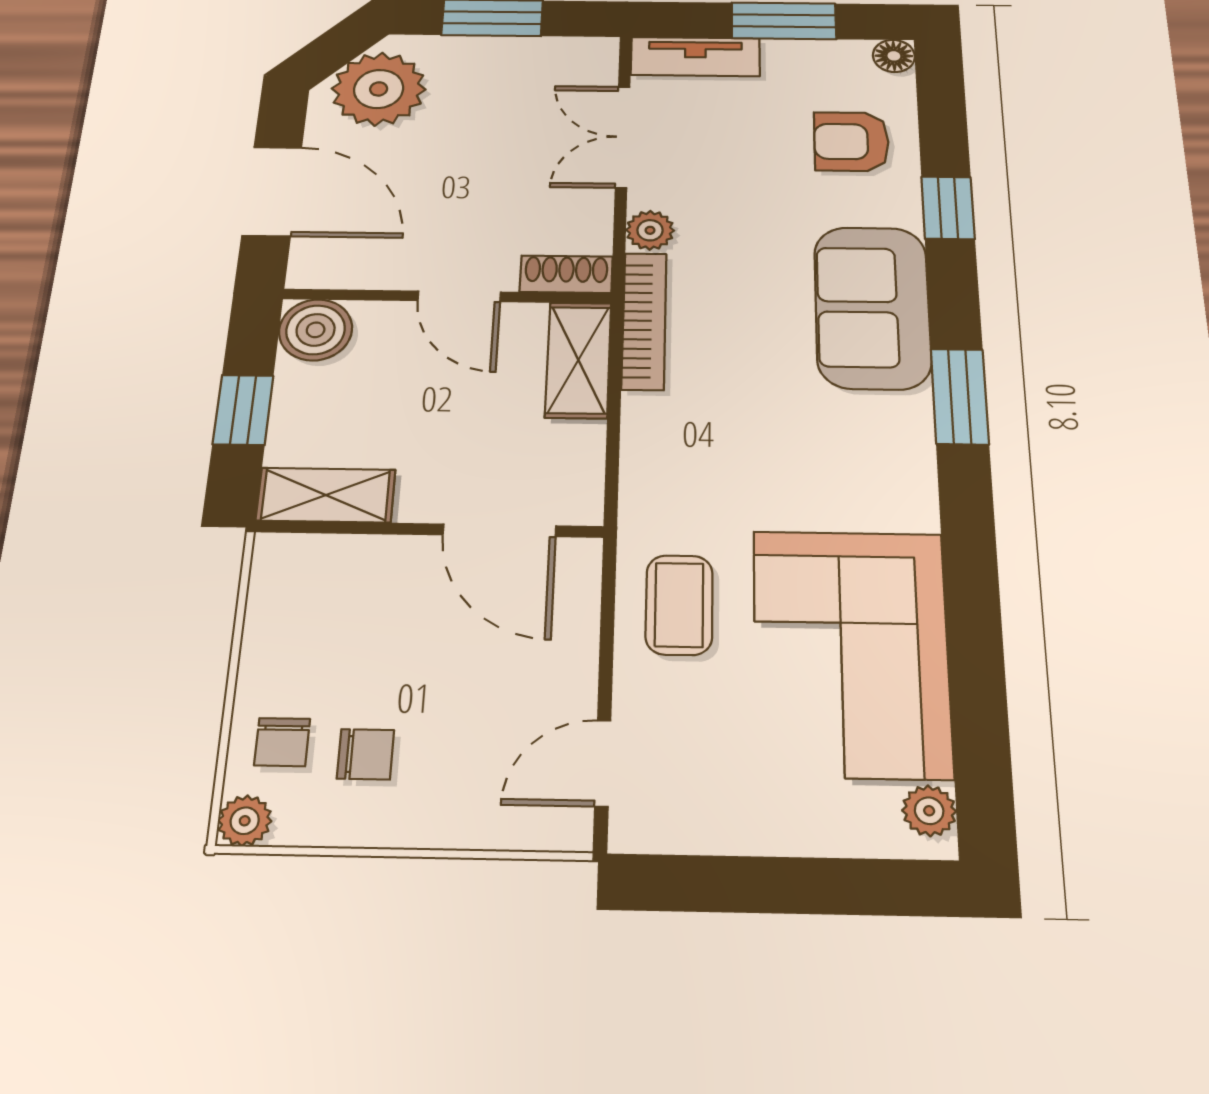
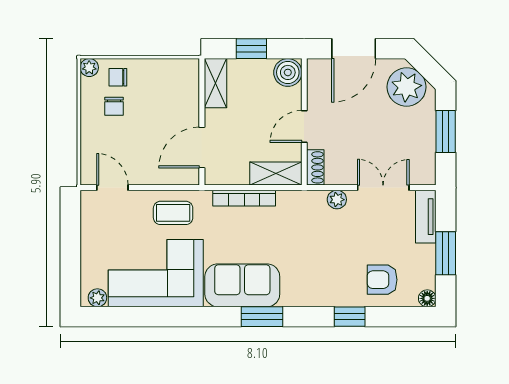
armchair: (851, 142) -> (382, 280), turned -90
sofa: (872, 307) -> (242, 285), moved
bookcase: (644, 321) -> (244, 198), moved

